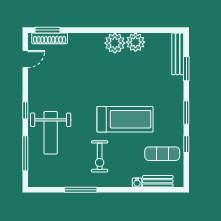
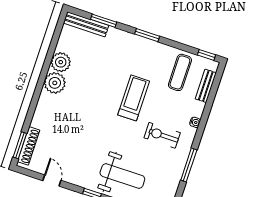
door: (25, 59) -> (52, 180), moved
treadmill: (125, 119) -> (134, 98), width x0.73, depth x0.73
window: (186, 144) -> (207, 55), moved
exercise bike: (100, 156) -> (162, 135), turned 180
water cooler: (137, 182) -> (195, 122), moved

